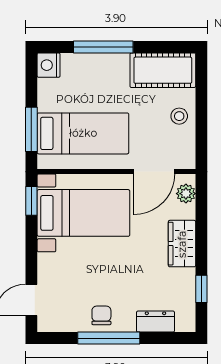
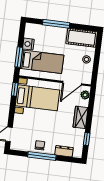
nightstand: (49, 65) -> (28, 44), moved

